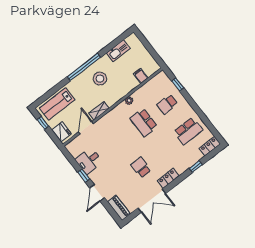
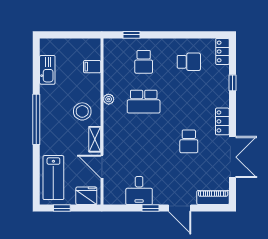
stool: (100, 79) -> (82, 111), moved
school desk: (188, 131) -> (189, 62), width x0.54
school desk: (141, 168) -> (189, 141), turned -90

